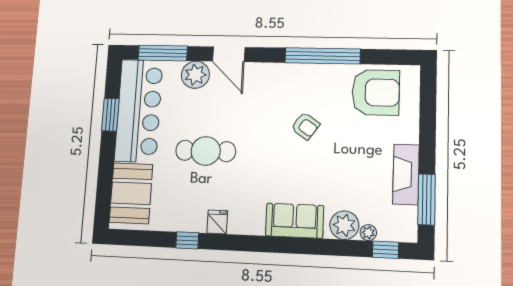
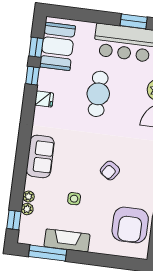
side table: (348, 170) -> (74, 199), added
booth: (131, 193) -> (57, 46), moved, turned 90
plant: (344, 225) -> (29, 197), width x0.53, depth x0.53
window: (150, 239) -> (36, 47), added

